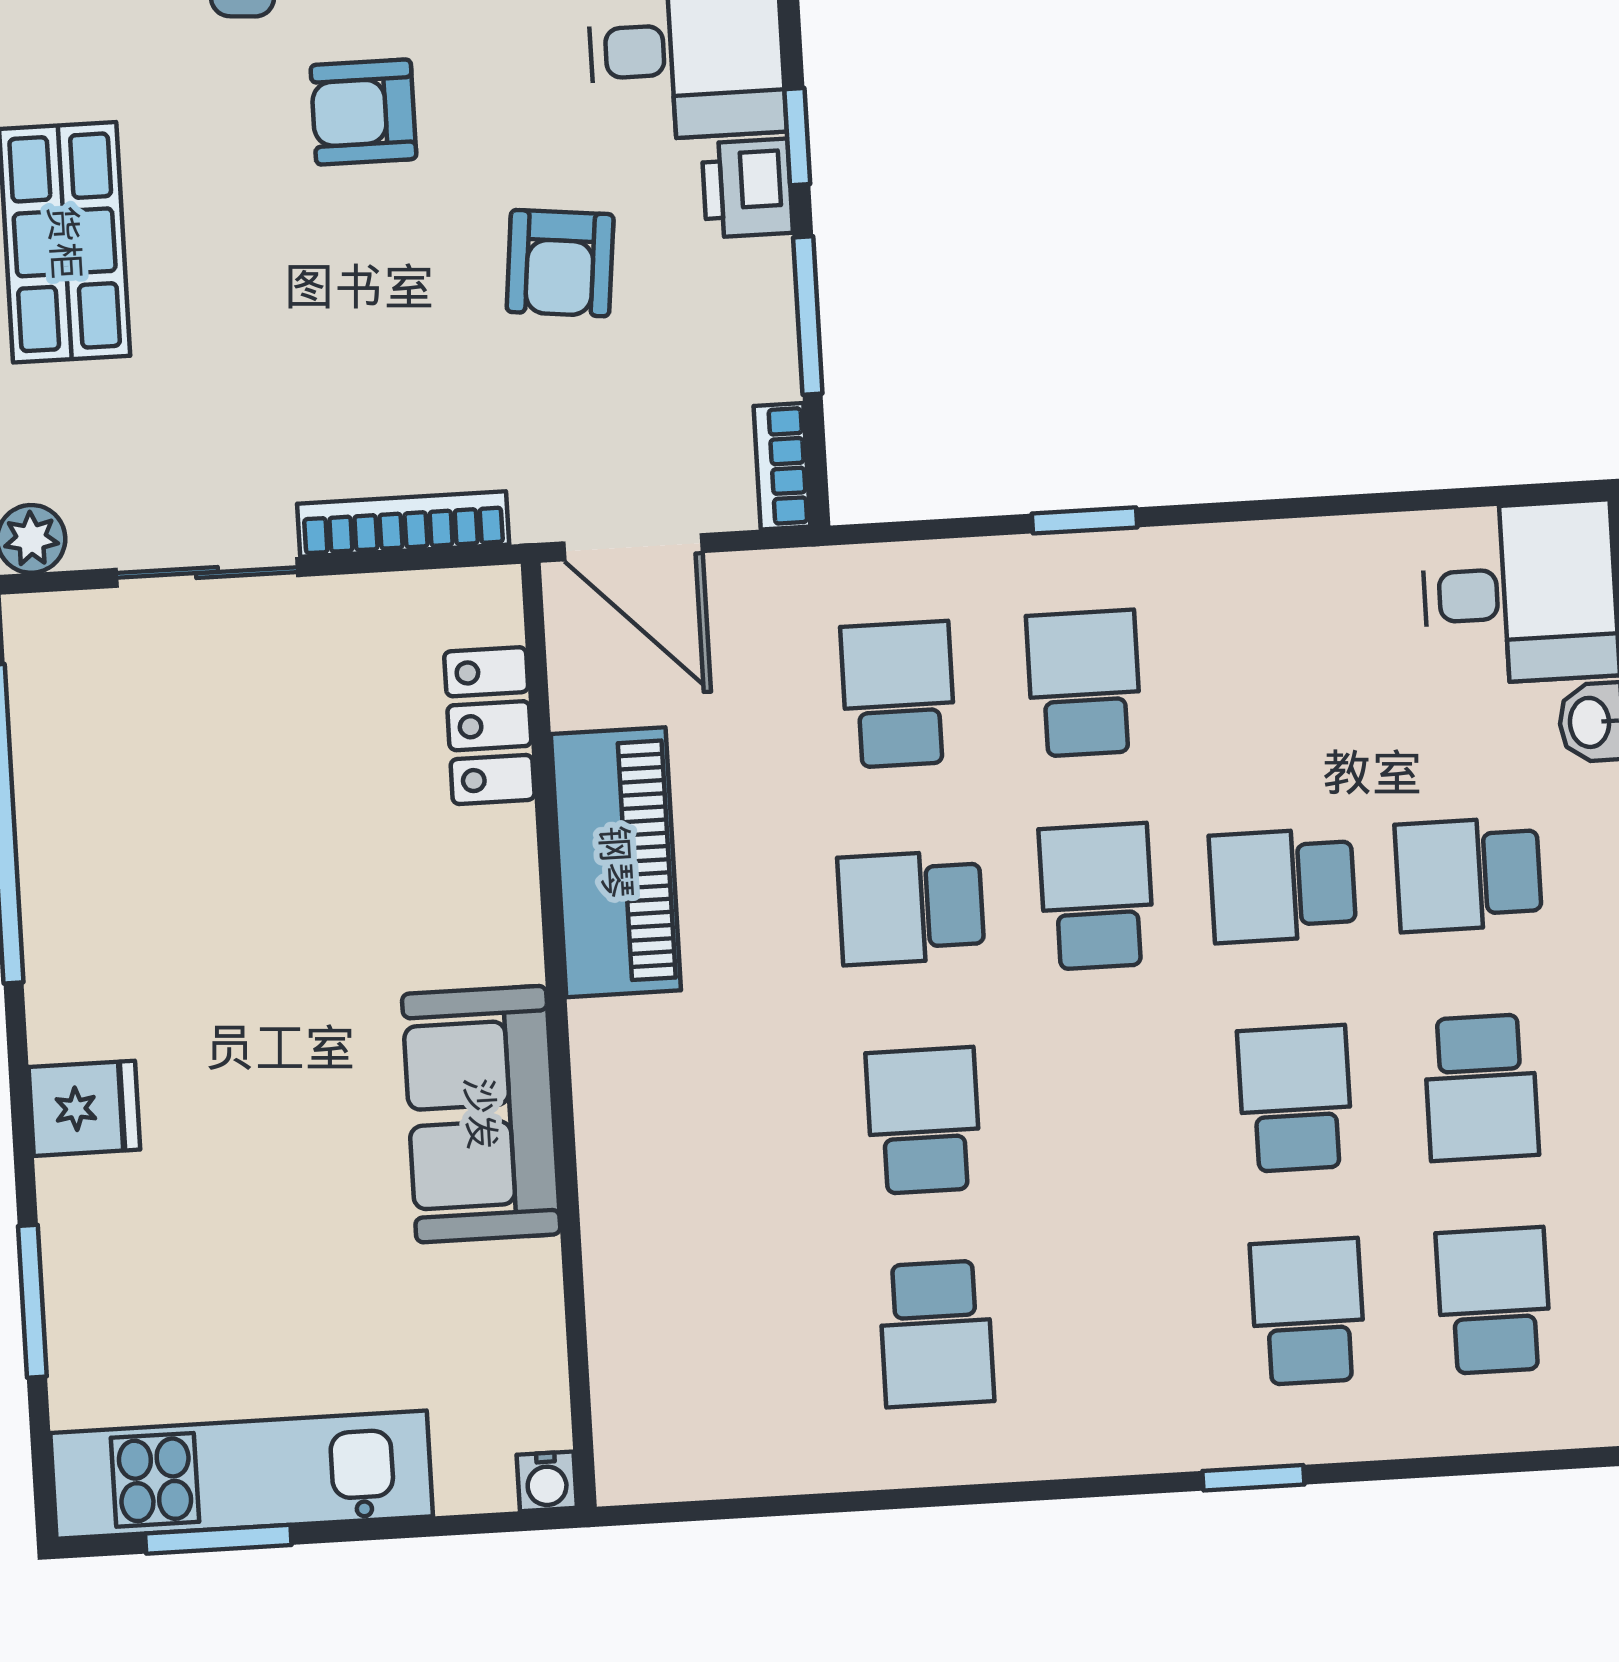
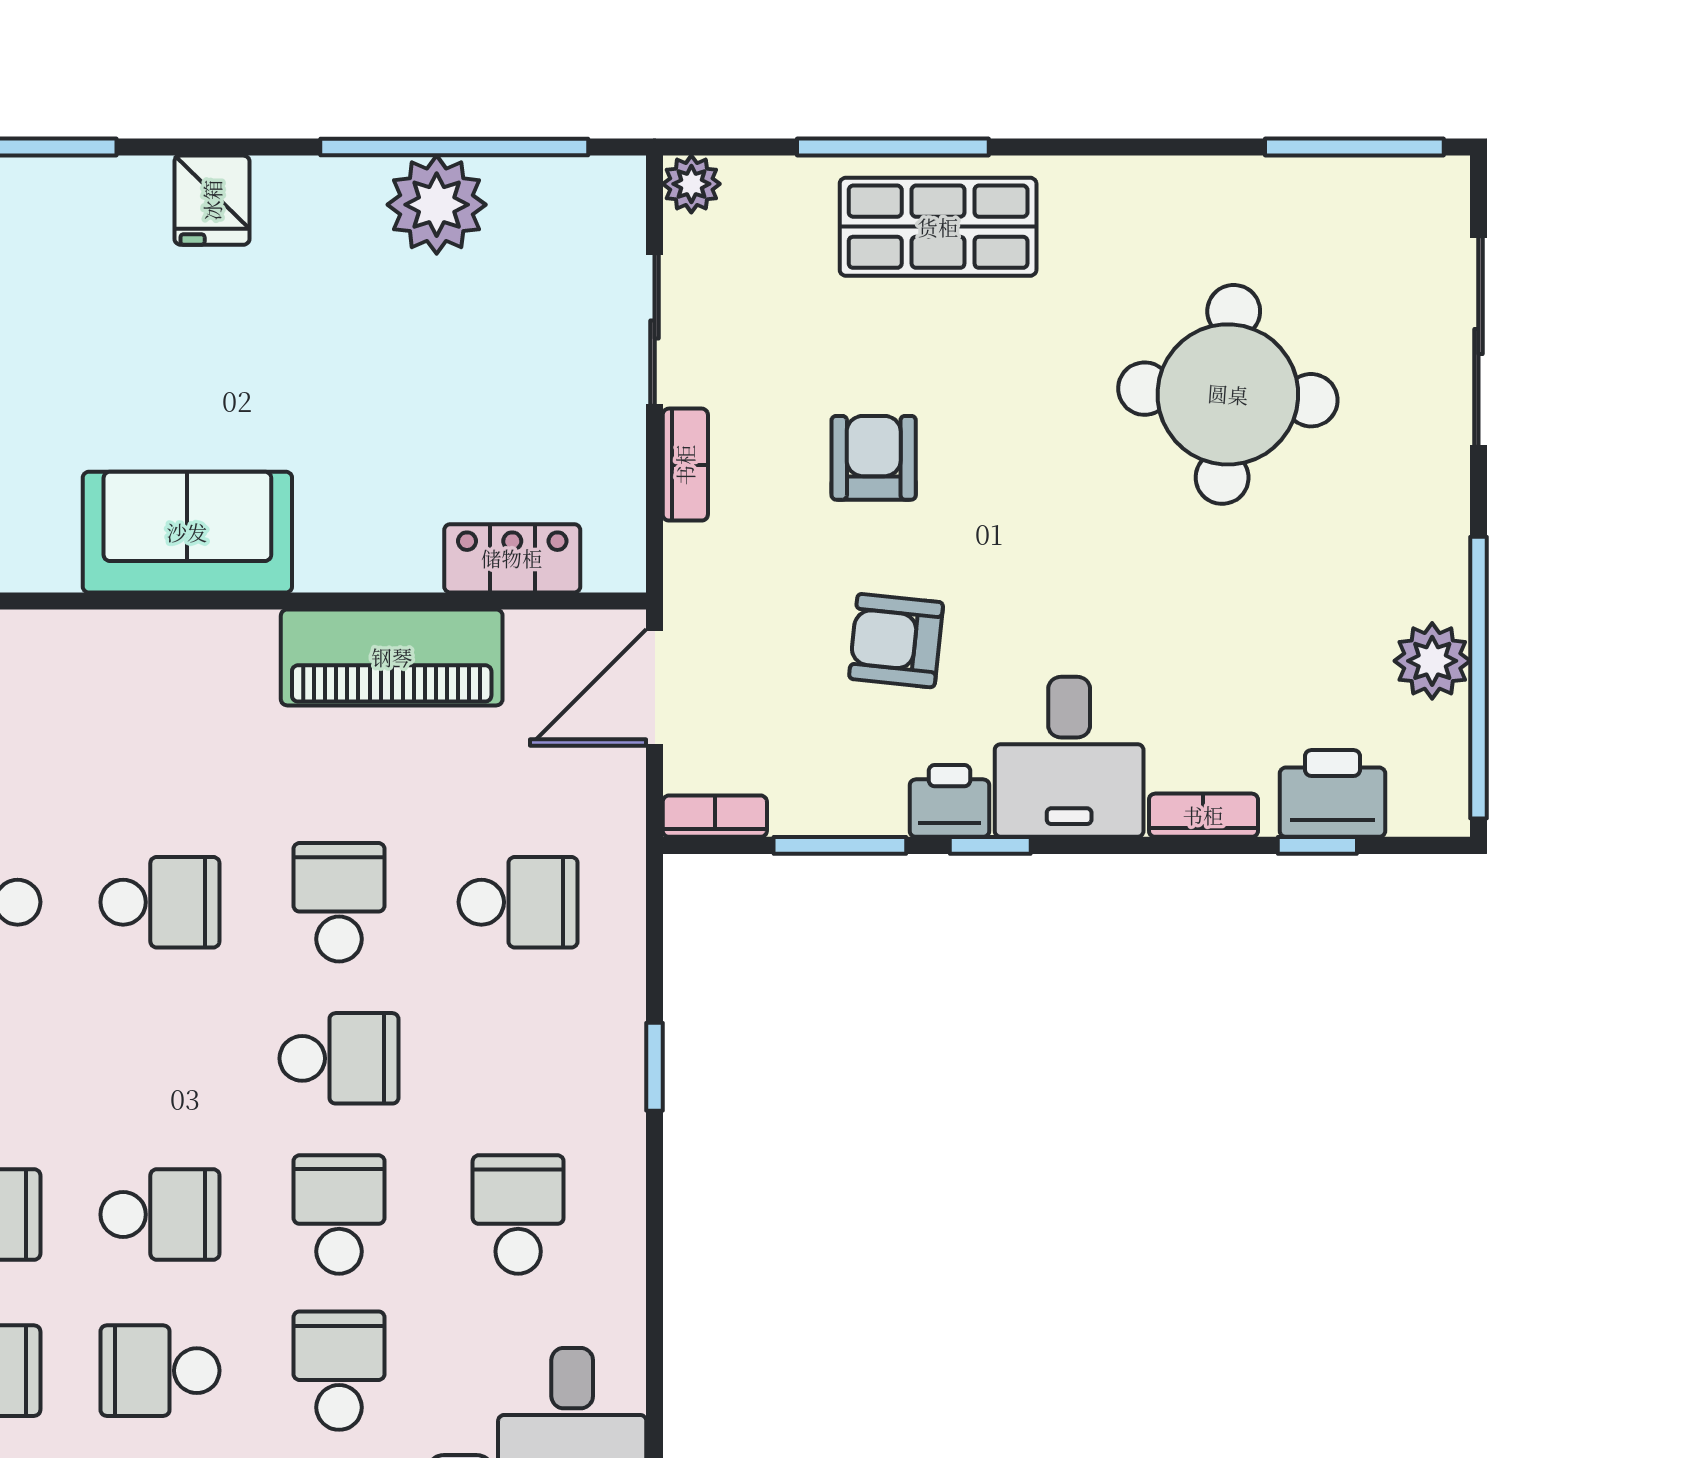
armchair: (363, 112) -> (874, 458), moved
bookcase: (403, 524) -> (685, 465), width x0.64
school desk: (1084, 683) -> (518, 1214), moved, turned -90
plant: (74, 841) -> (437, 205), added

